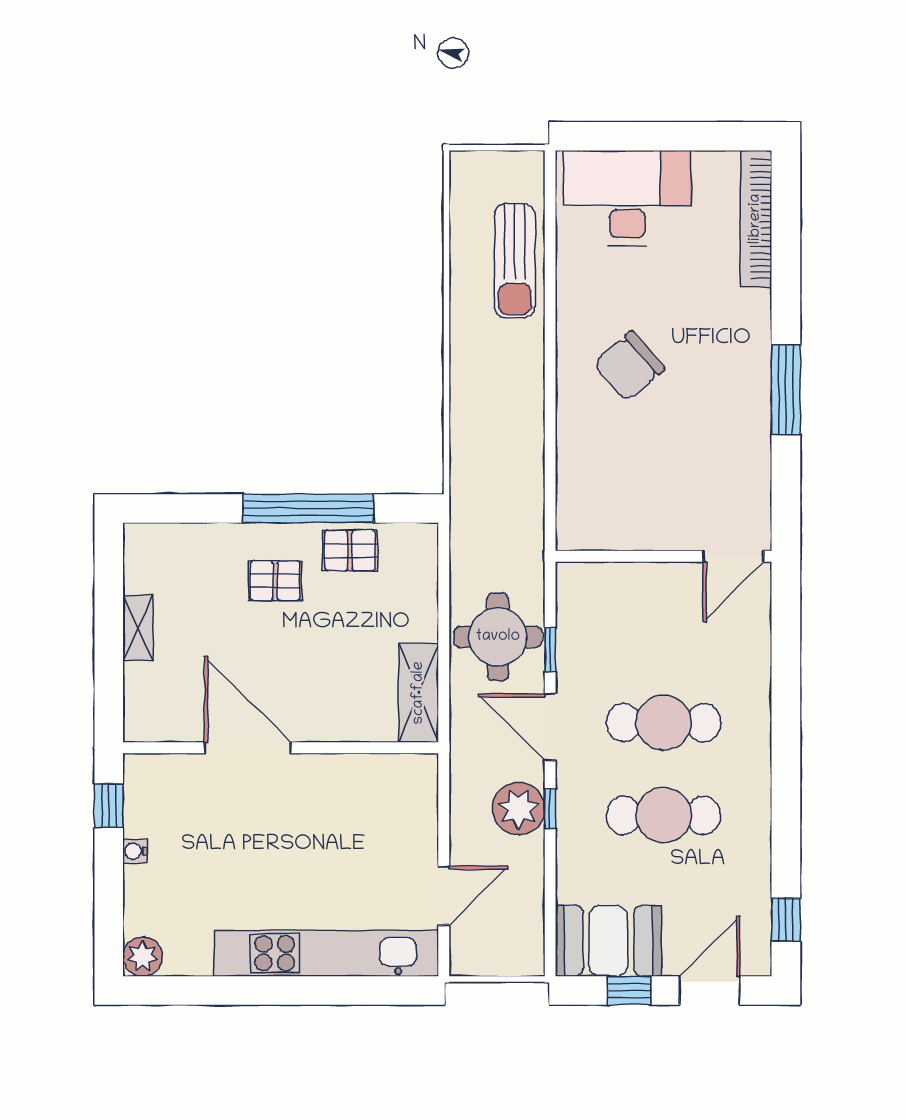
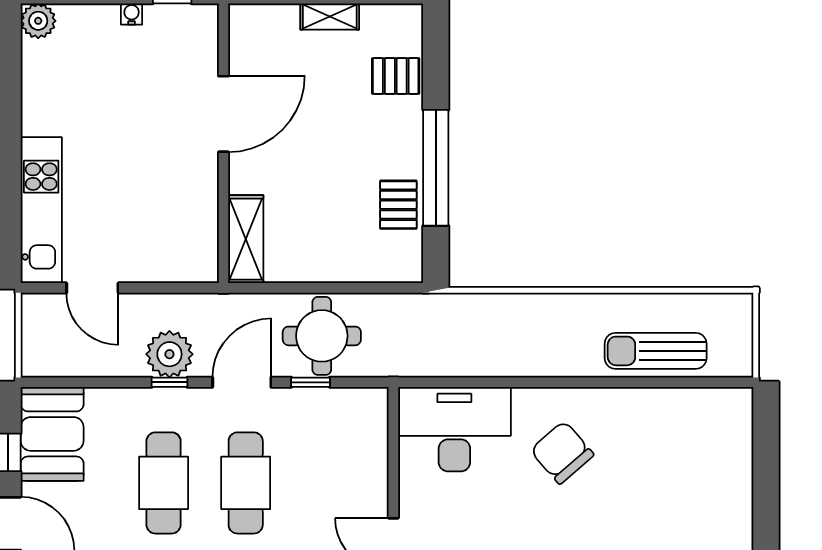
desk: (627, 198) -> (454, 429), moved, turned -90
pallet: (275, 581) -> (396, 76), moved, turned 90
shelving: (419, 693) -> (246, 239), moved, turned 90
kitchen unit: (326, 953) -> (41, 210), width x0.73

